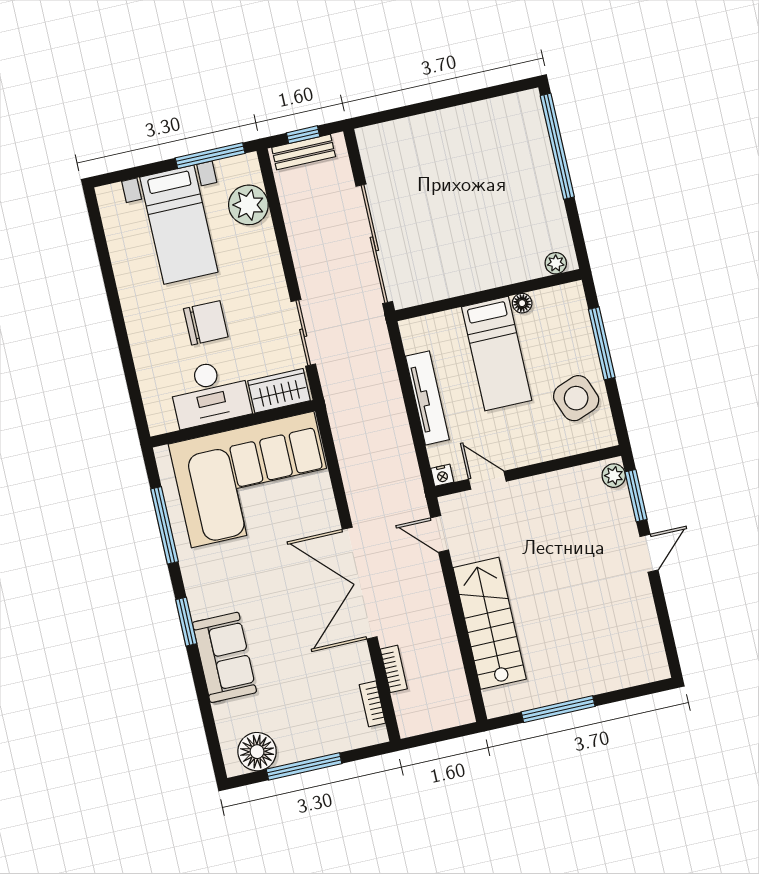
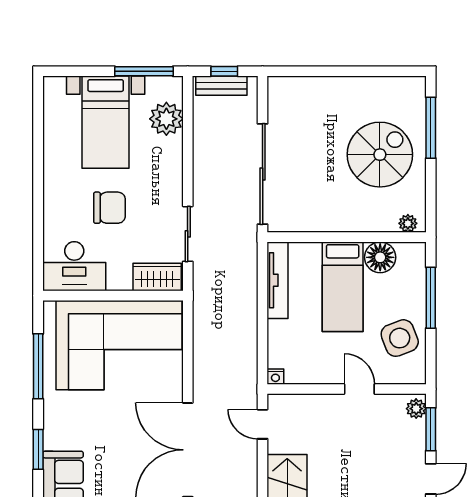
window: (557, 146) -> (431, 128), width x0.68
spiral stairs: (505, 191) -> (380, 155), added
floor lamp: (522, 303) -> (380, 257), width x1.89, depth x1.89
desk: (210, 393) -> (74, 266), moved
tv unit: (427, 398) -> (278, 280), moved
door: (487, 480) -> (359, 389), moved

